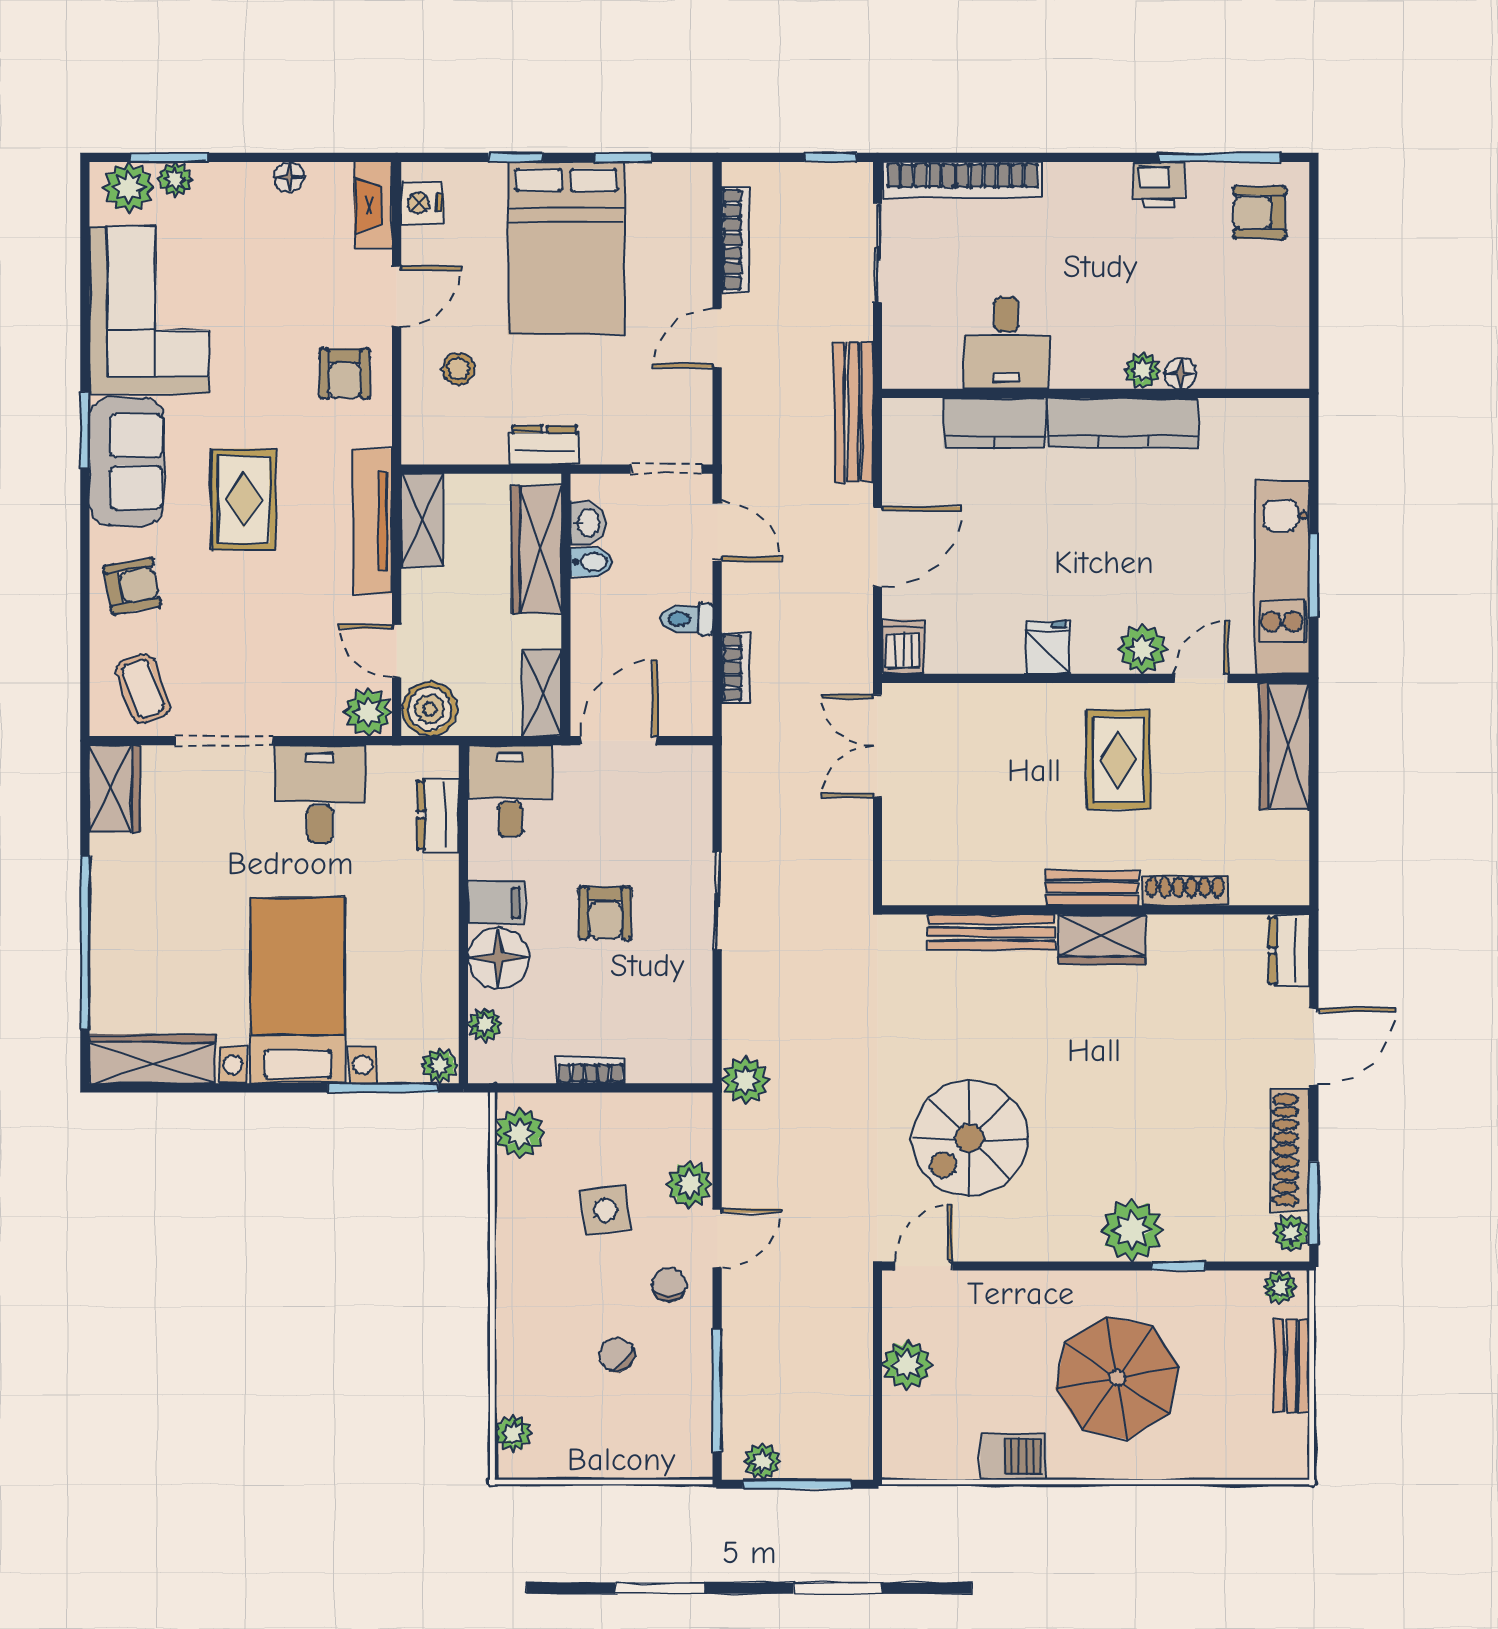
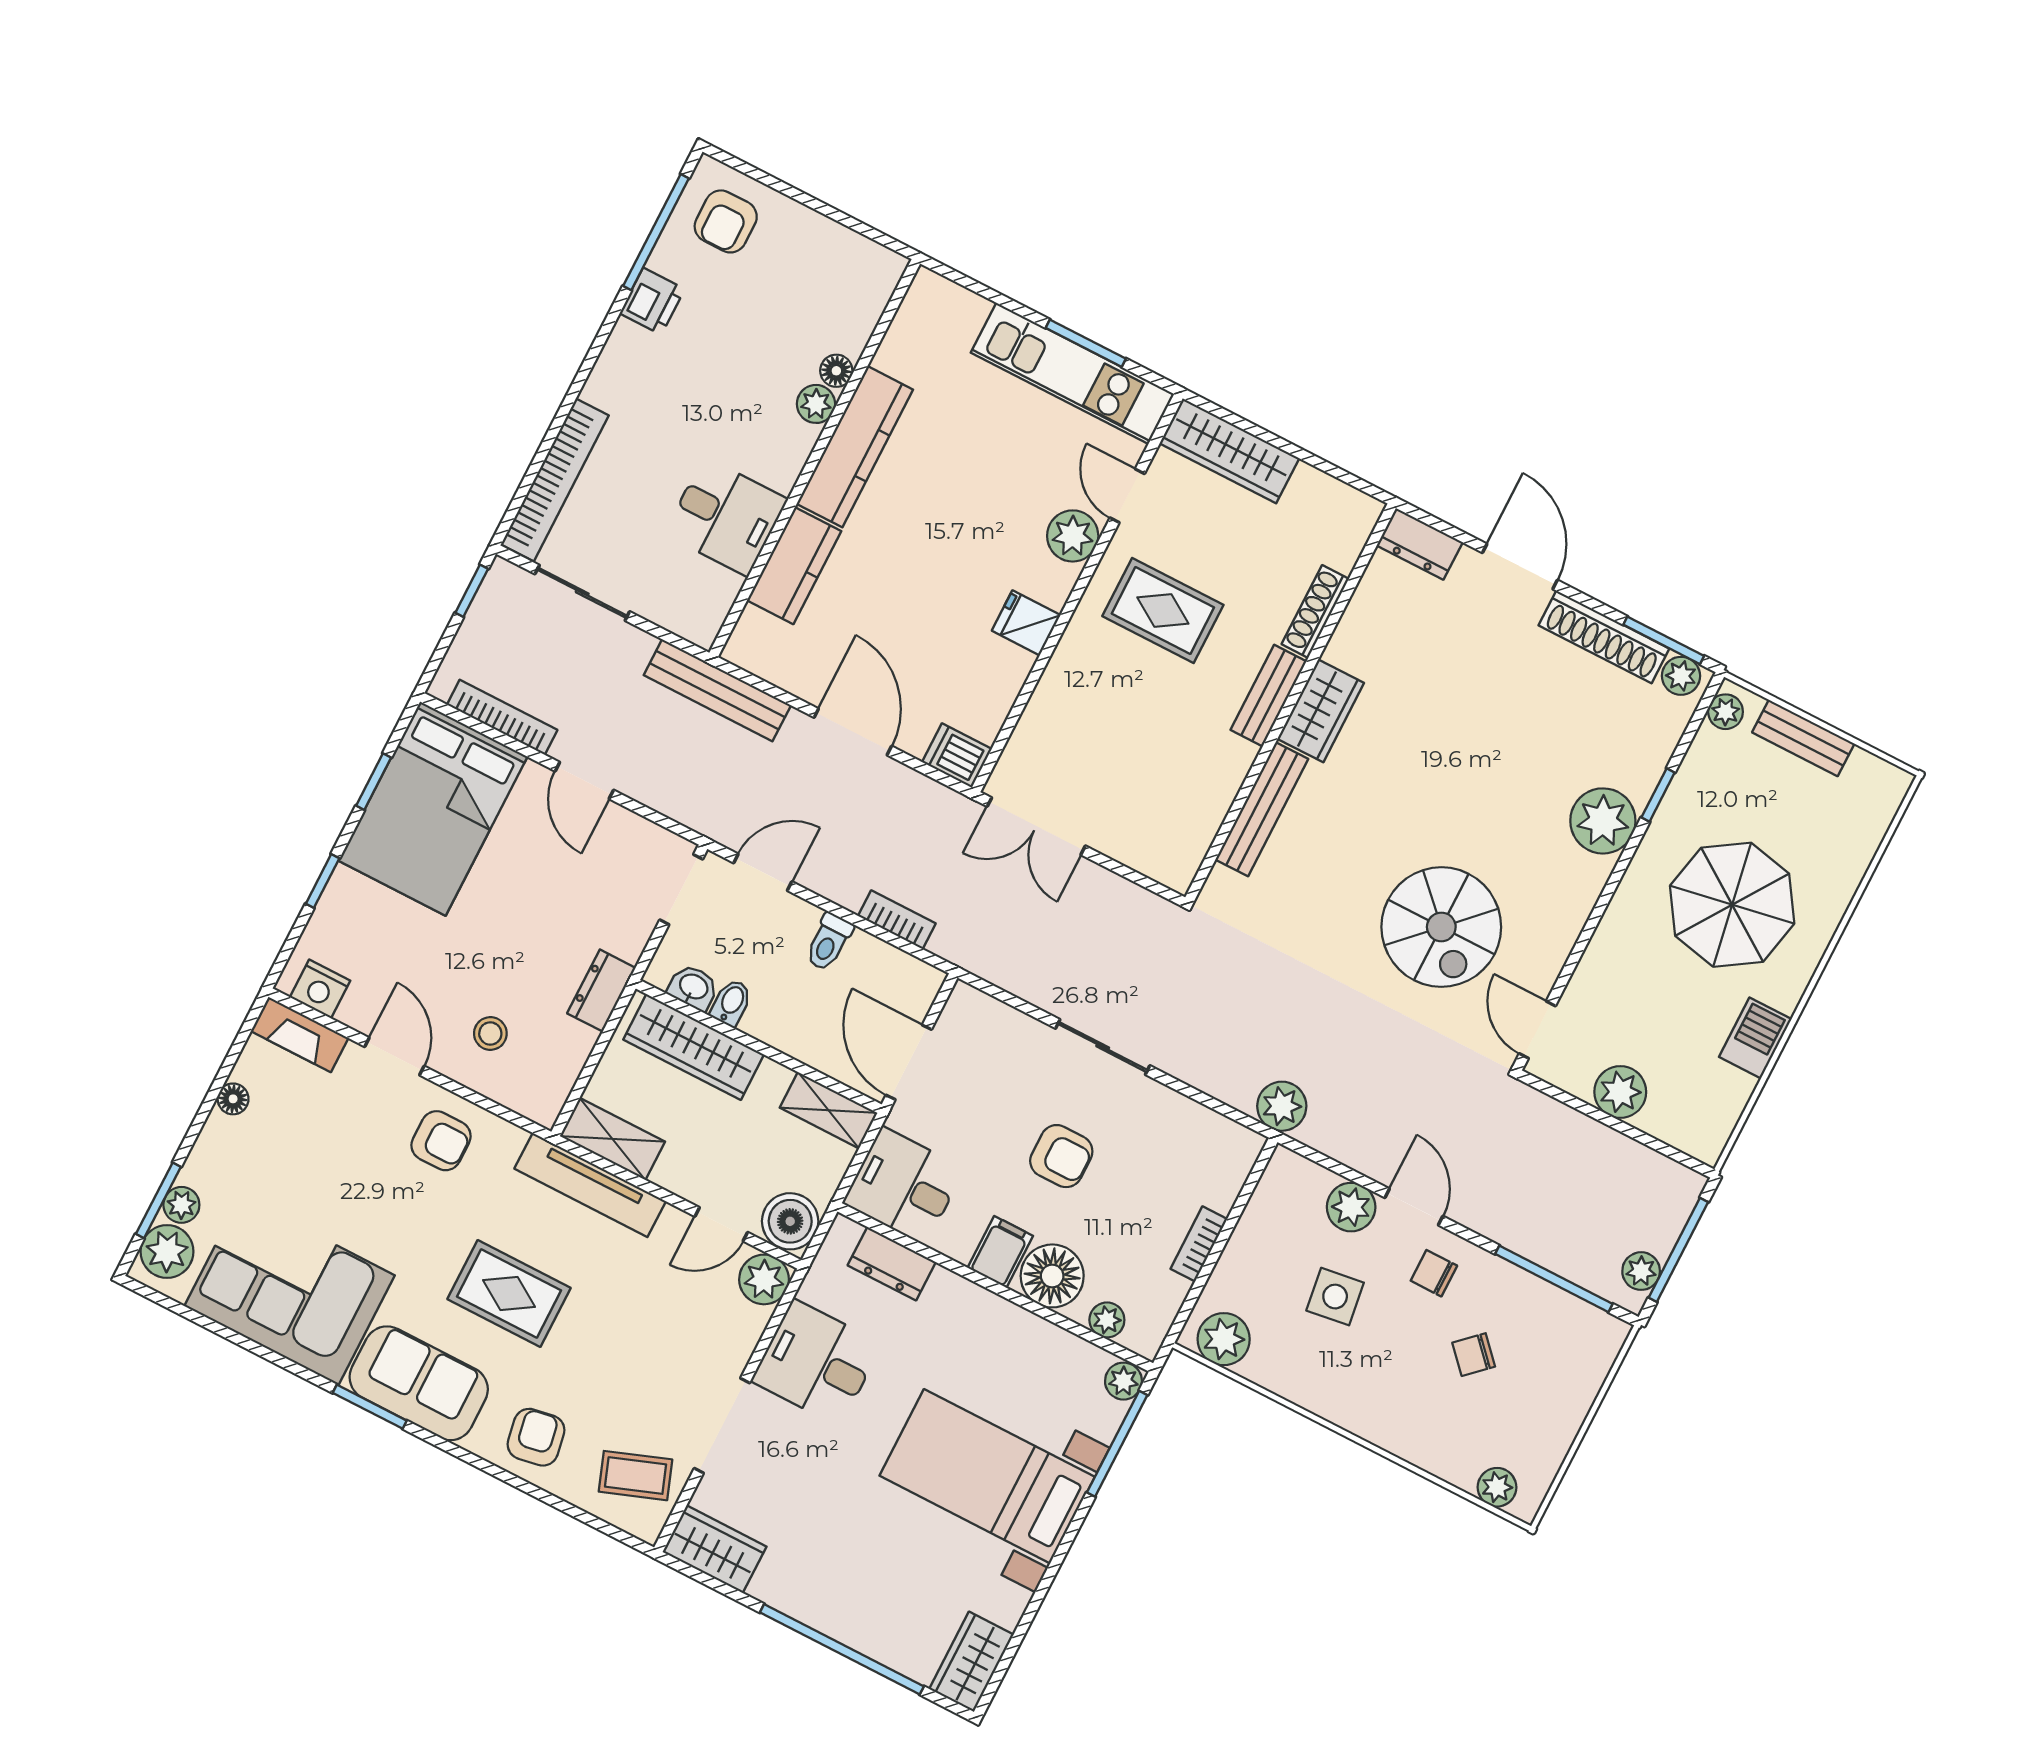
bed: (566, 248) -> (433, 809), moved, turned 90
wardrobe: (153, 1059) -> (972, 1662), width x0.67

